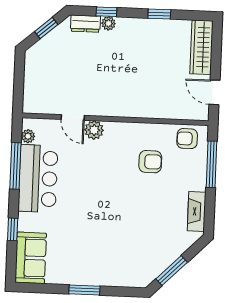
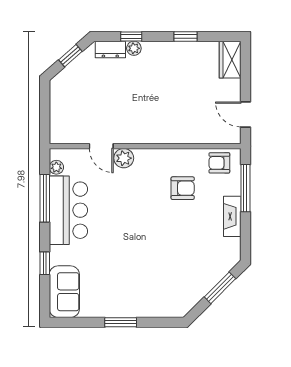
wardrobe: (201, 47) -> (230, 60), width x0.67
fireplace: (197, 211) -> (232, 216), moved
window: (172, 271) -> (220, 288), moved

